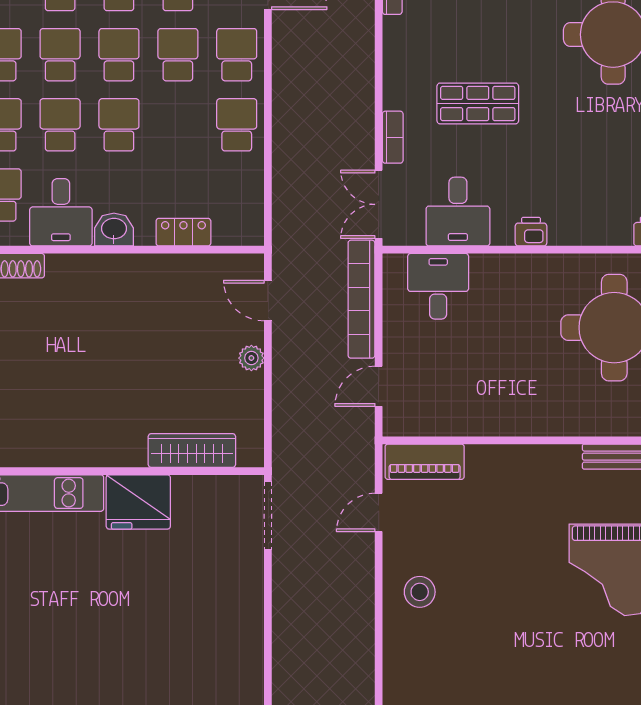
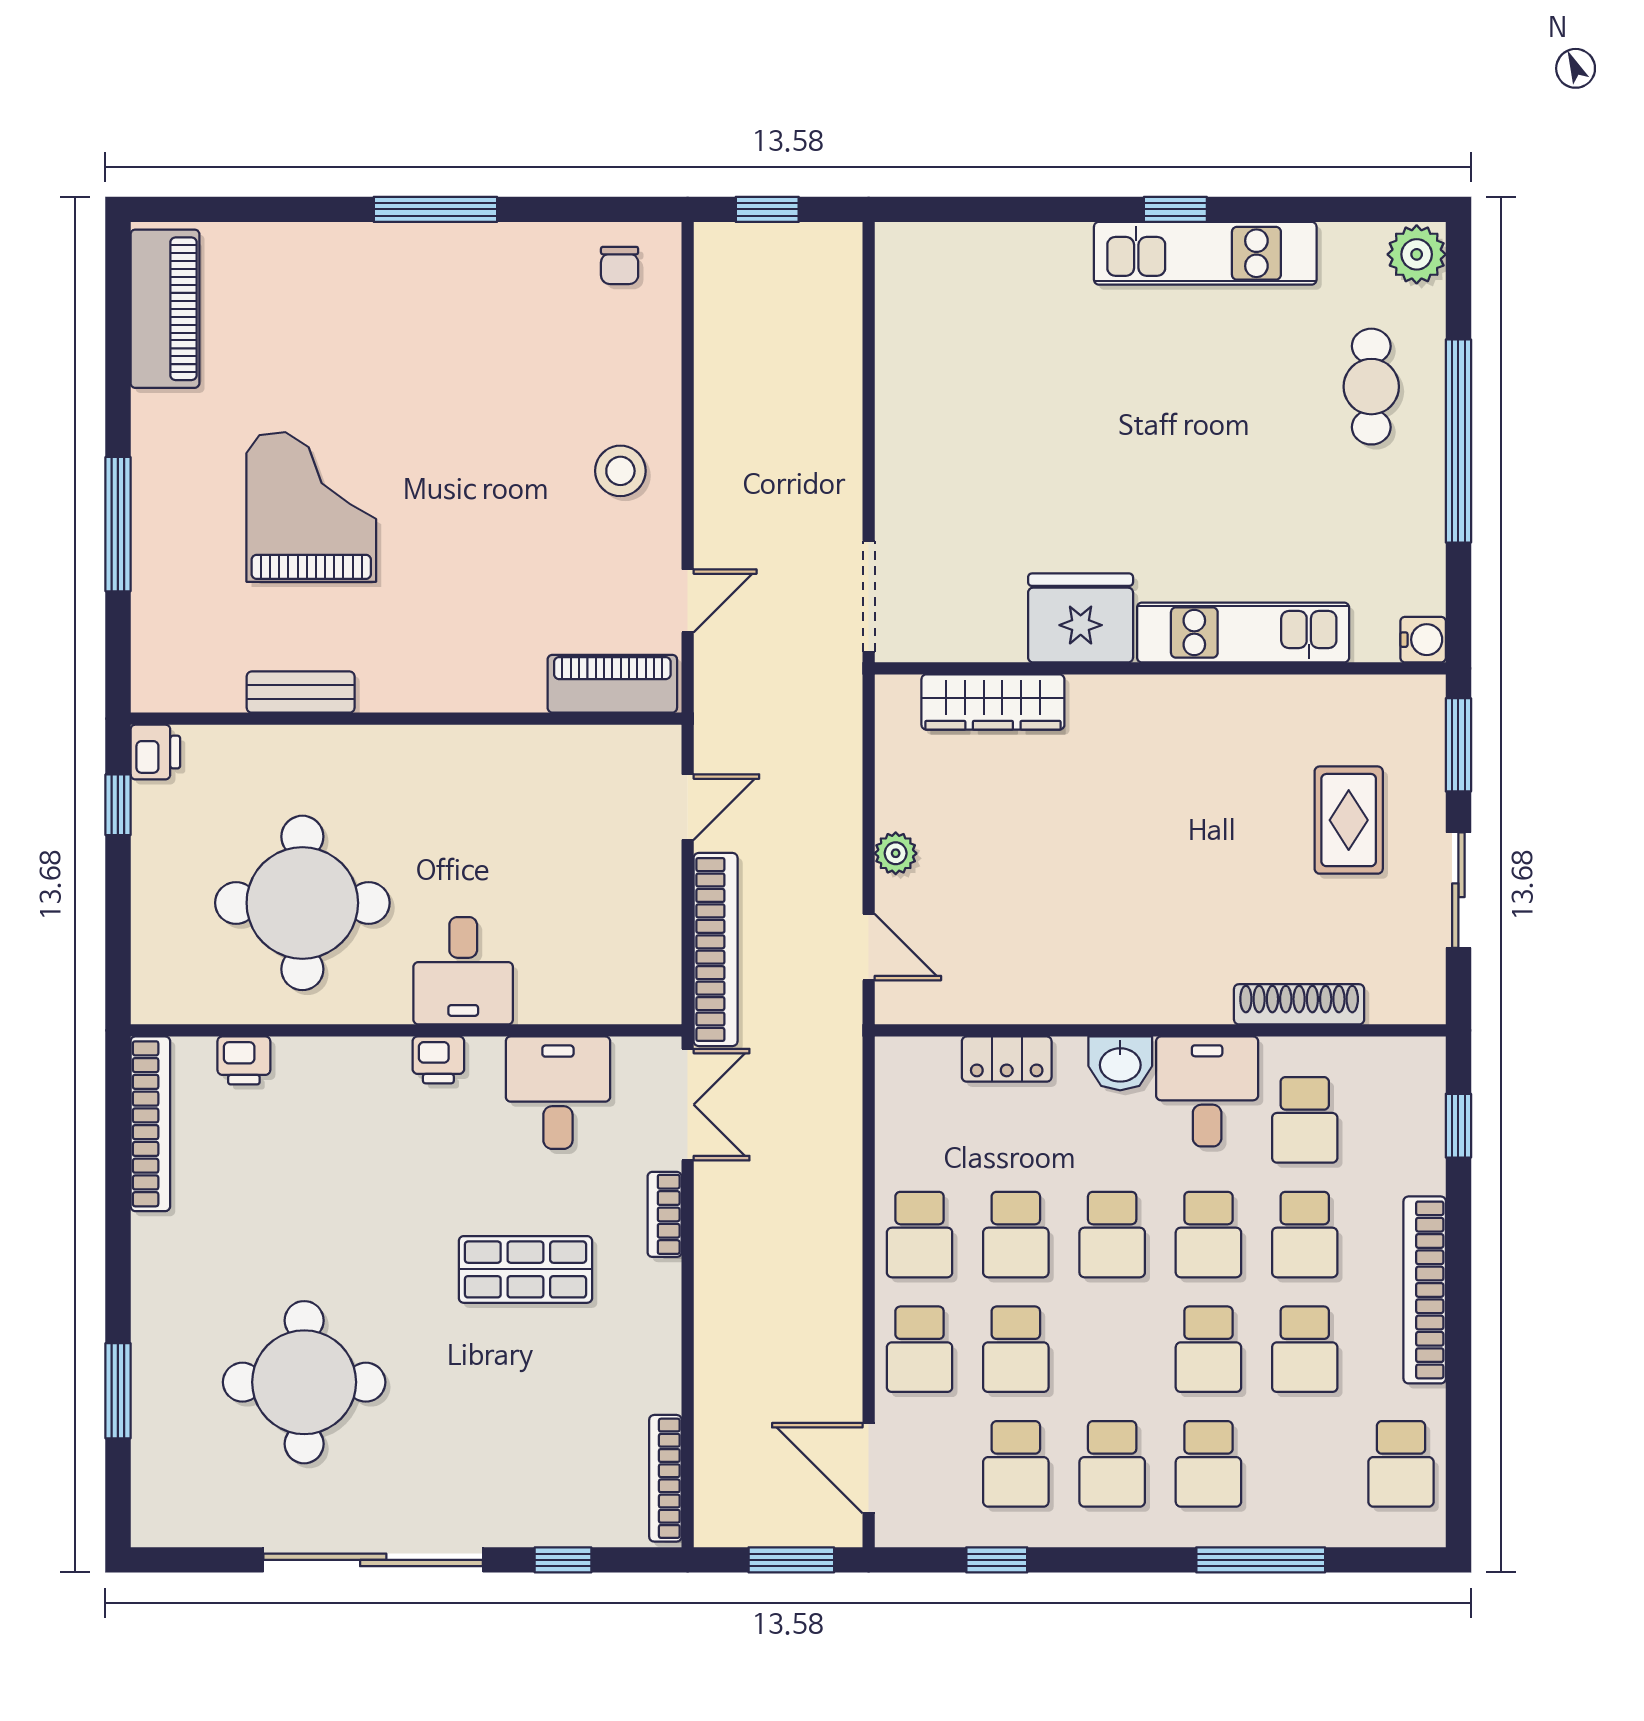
school desk: (119, 55) -> (1016, 1235), moved
desk: (438, 286) -> (463, 971), moved

